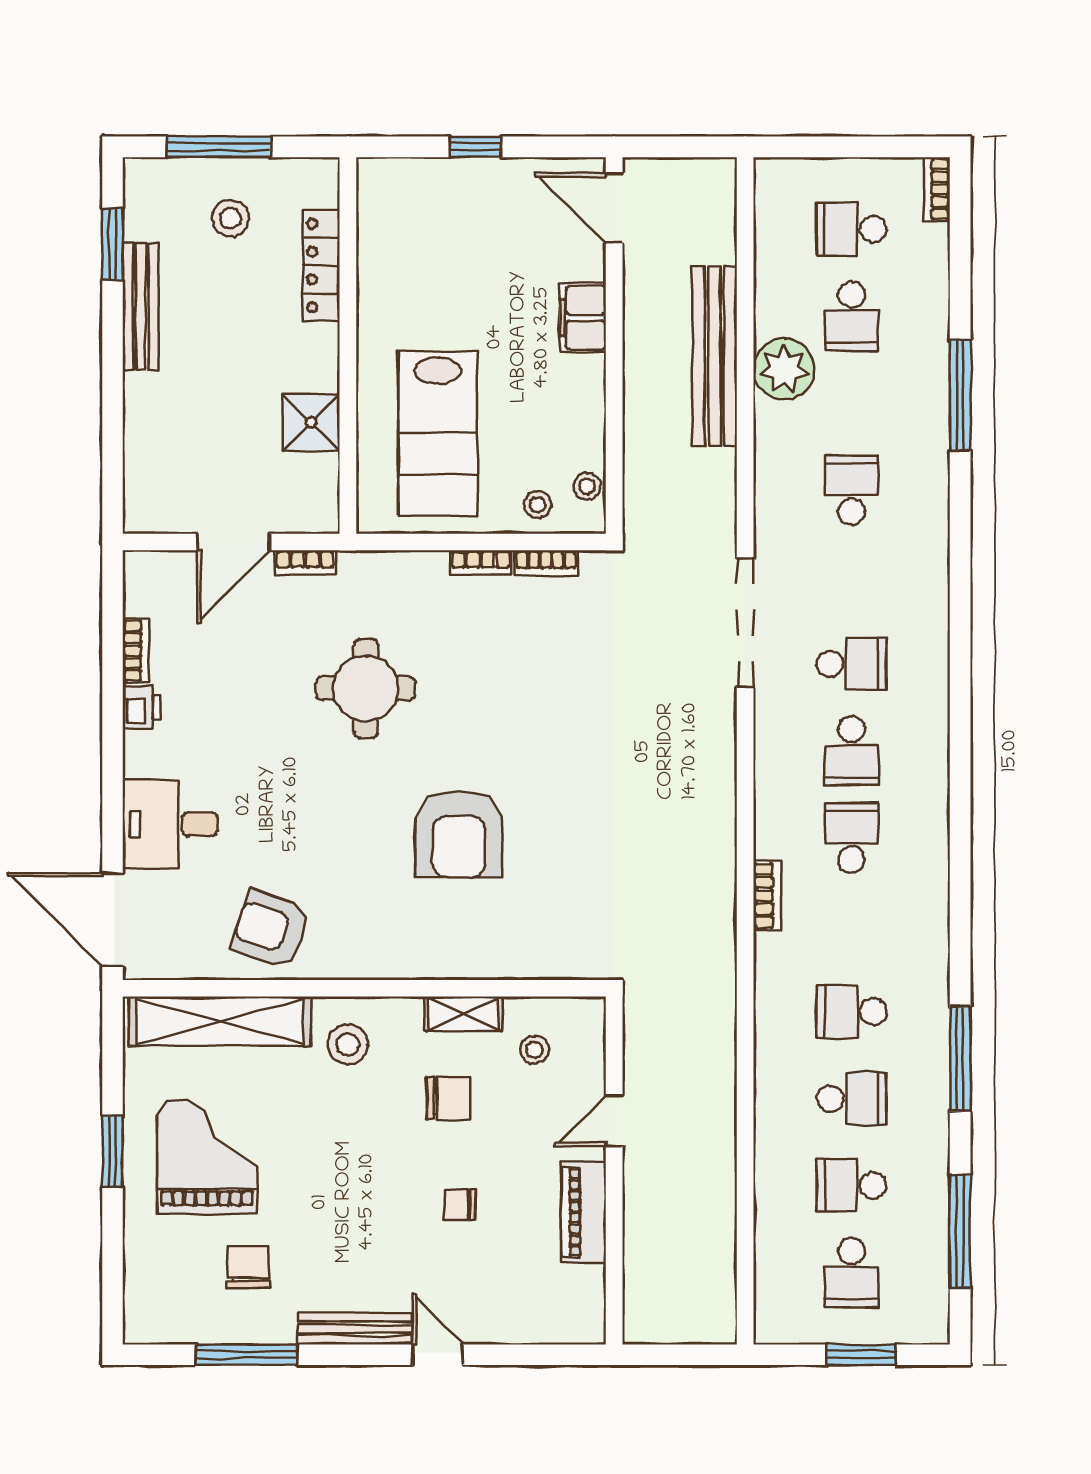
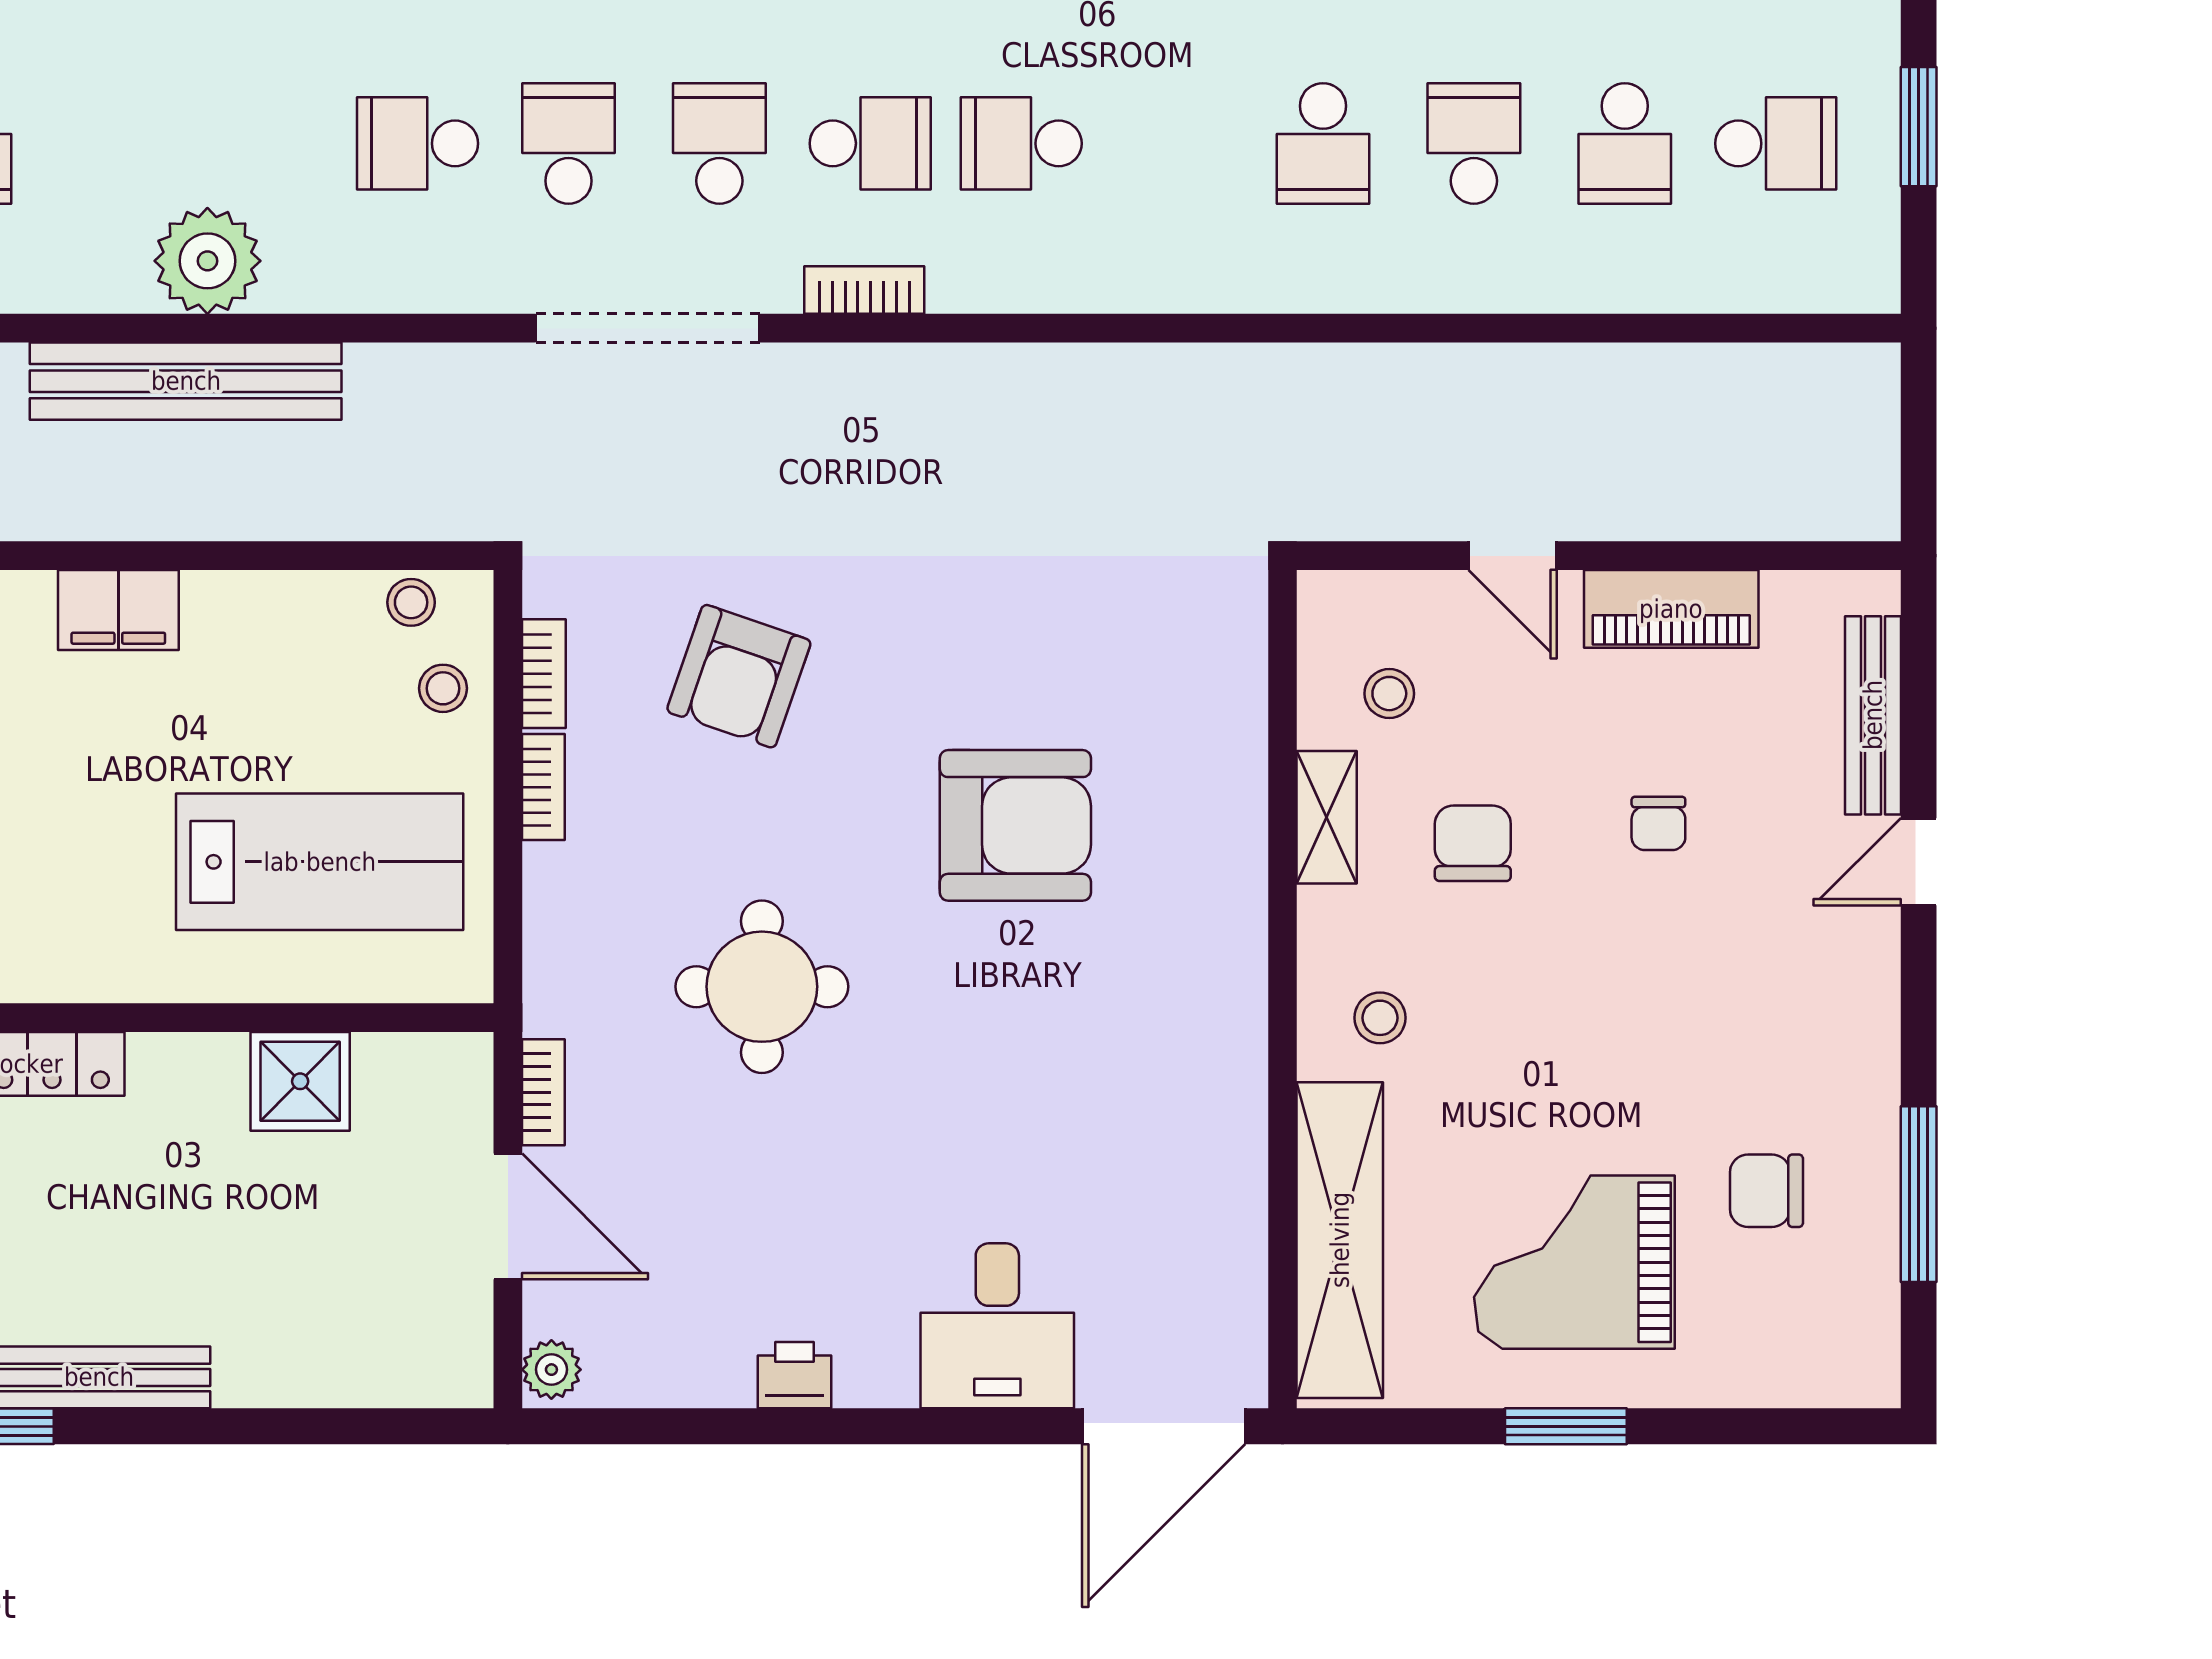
school desk: (852, 316) -> (568, 143), moved, turned -90
plant: (145, 567) -> (551, 1370), added
bookcase: (136, 651) -> (696, 1386), removed
bookcase: (767, 896) -> (864, 290), moved
armchair: (271, 930) -> (739, 676), moved
stool: (348, 1044) -> (1380, 1018), width x0.73, depth x0.73
bench: (355, 1329) -> (1873, 715), moved

